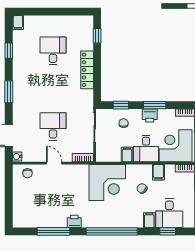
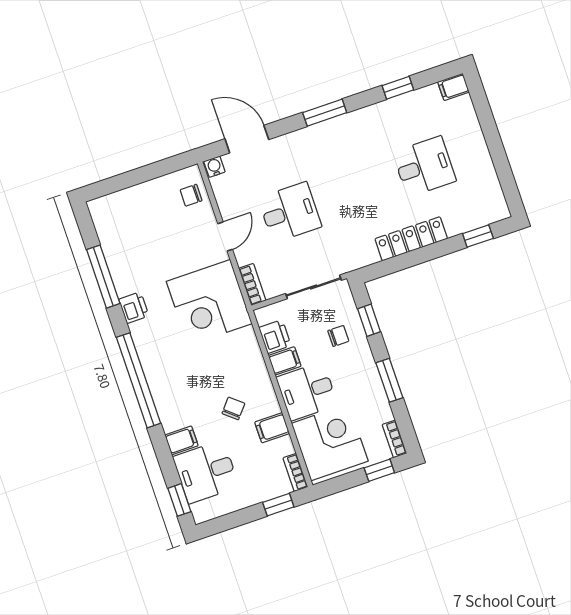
printer: (150, 116) -> (275, 337), moved, turned 180
corner desk: (107, 182) -> (209, 303), moved
window: (168, 231) -> (179, 500), moved

